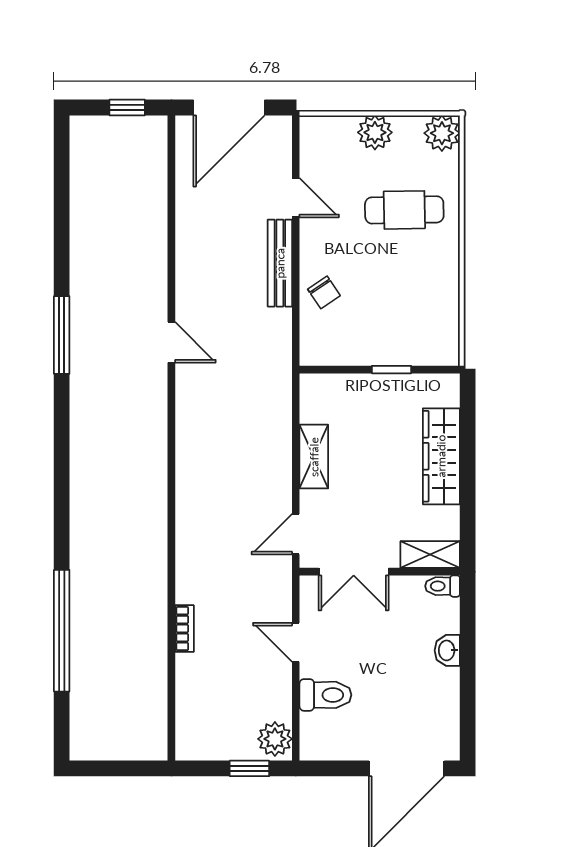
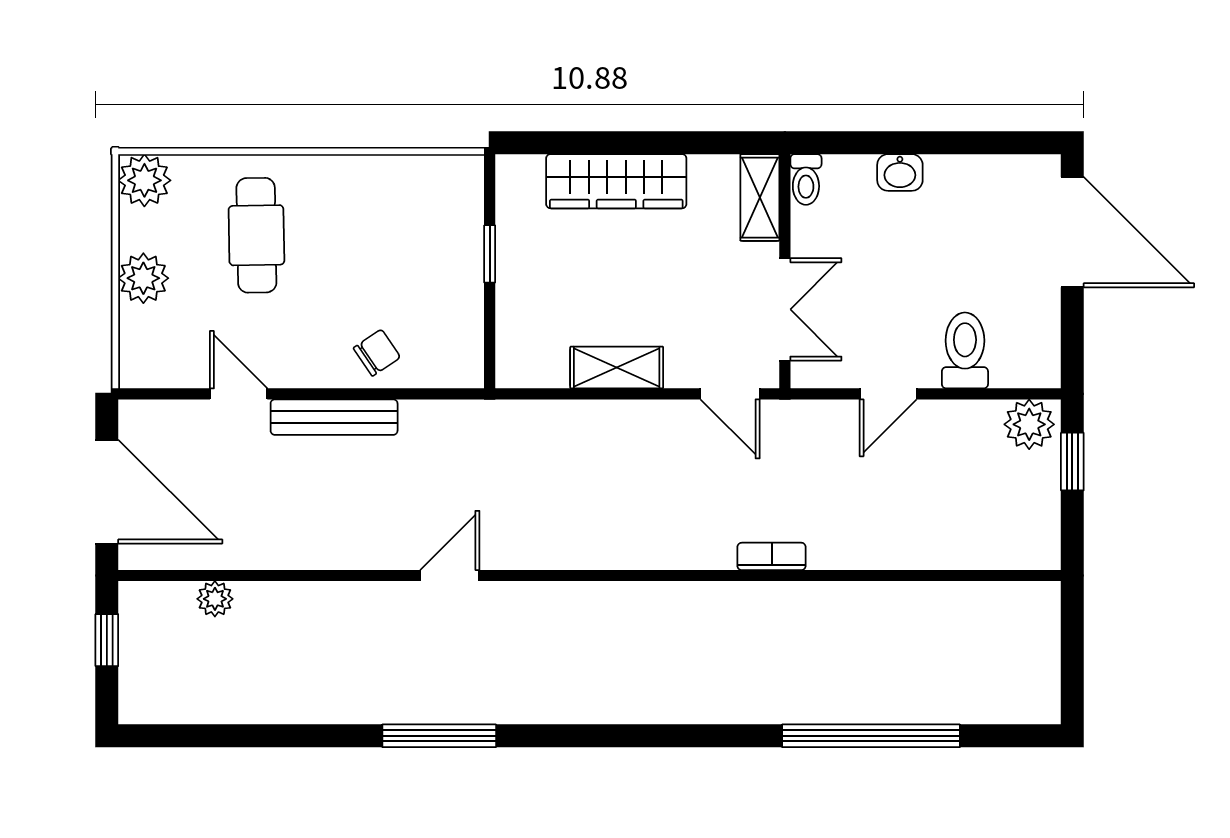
plant: (155, 181) -> (215, 599), added
door: (296, 198) -> (239, 394), hinge flipped
bookcase: (184, 629) -> (772, 556), moved

